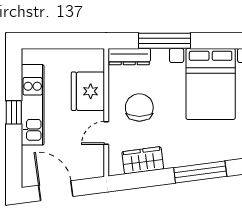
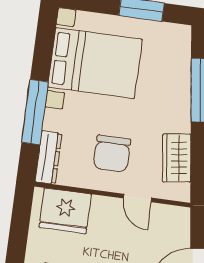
fridge: (88, 91) -> (65, 211), moved
chair: (139, 107) -> (112, 154), turned -90

